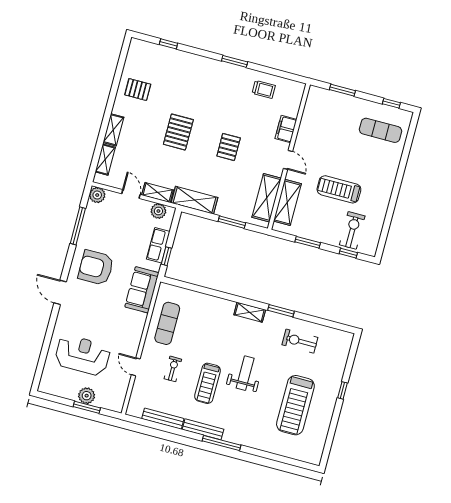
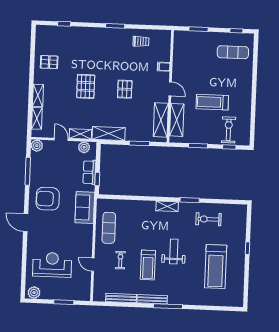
filing cabinet: (286, 129) -> (164, 67), width x0.50
plant: (87, 396) -> (34, 293), moved

